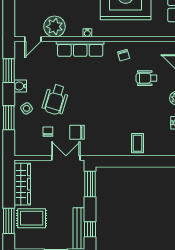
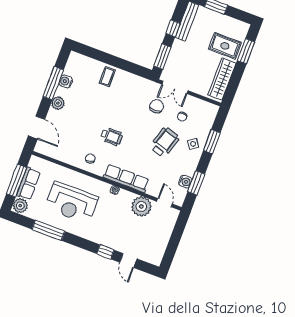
door: (33, 39) -> (165, 203), hinge flipped
wheelchair: (146, 78) -> (112, 136), moved
water cooler: (20, 86) -> (185, 182), moved
chair: (77, 132) -> (157, 106), turned -90
window: (90, 229) -> (173, 28), moved

